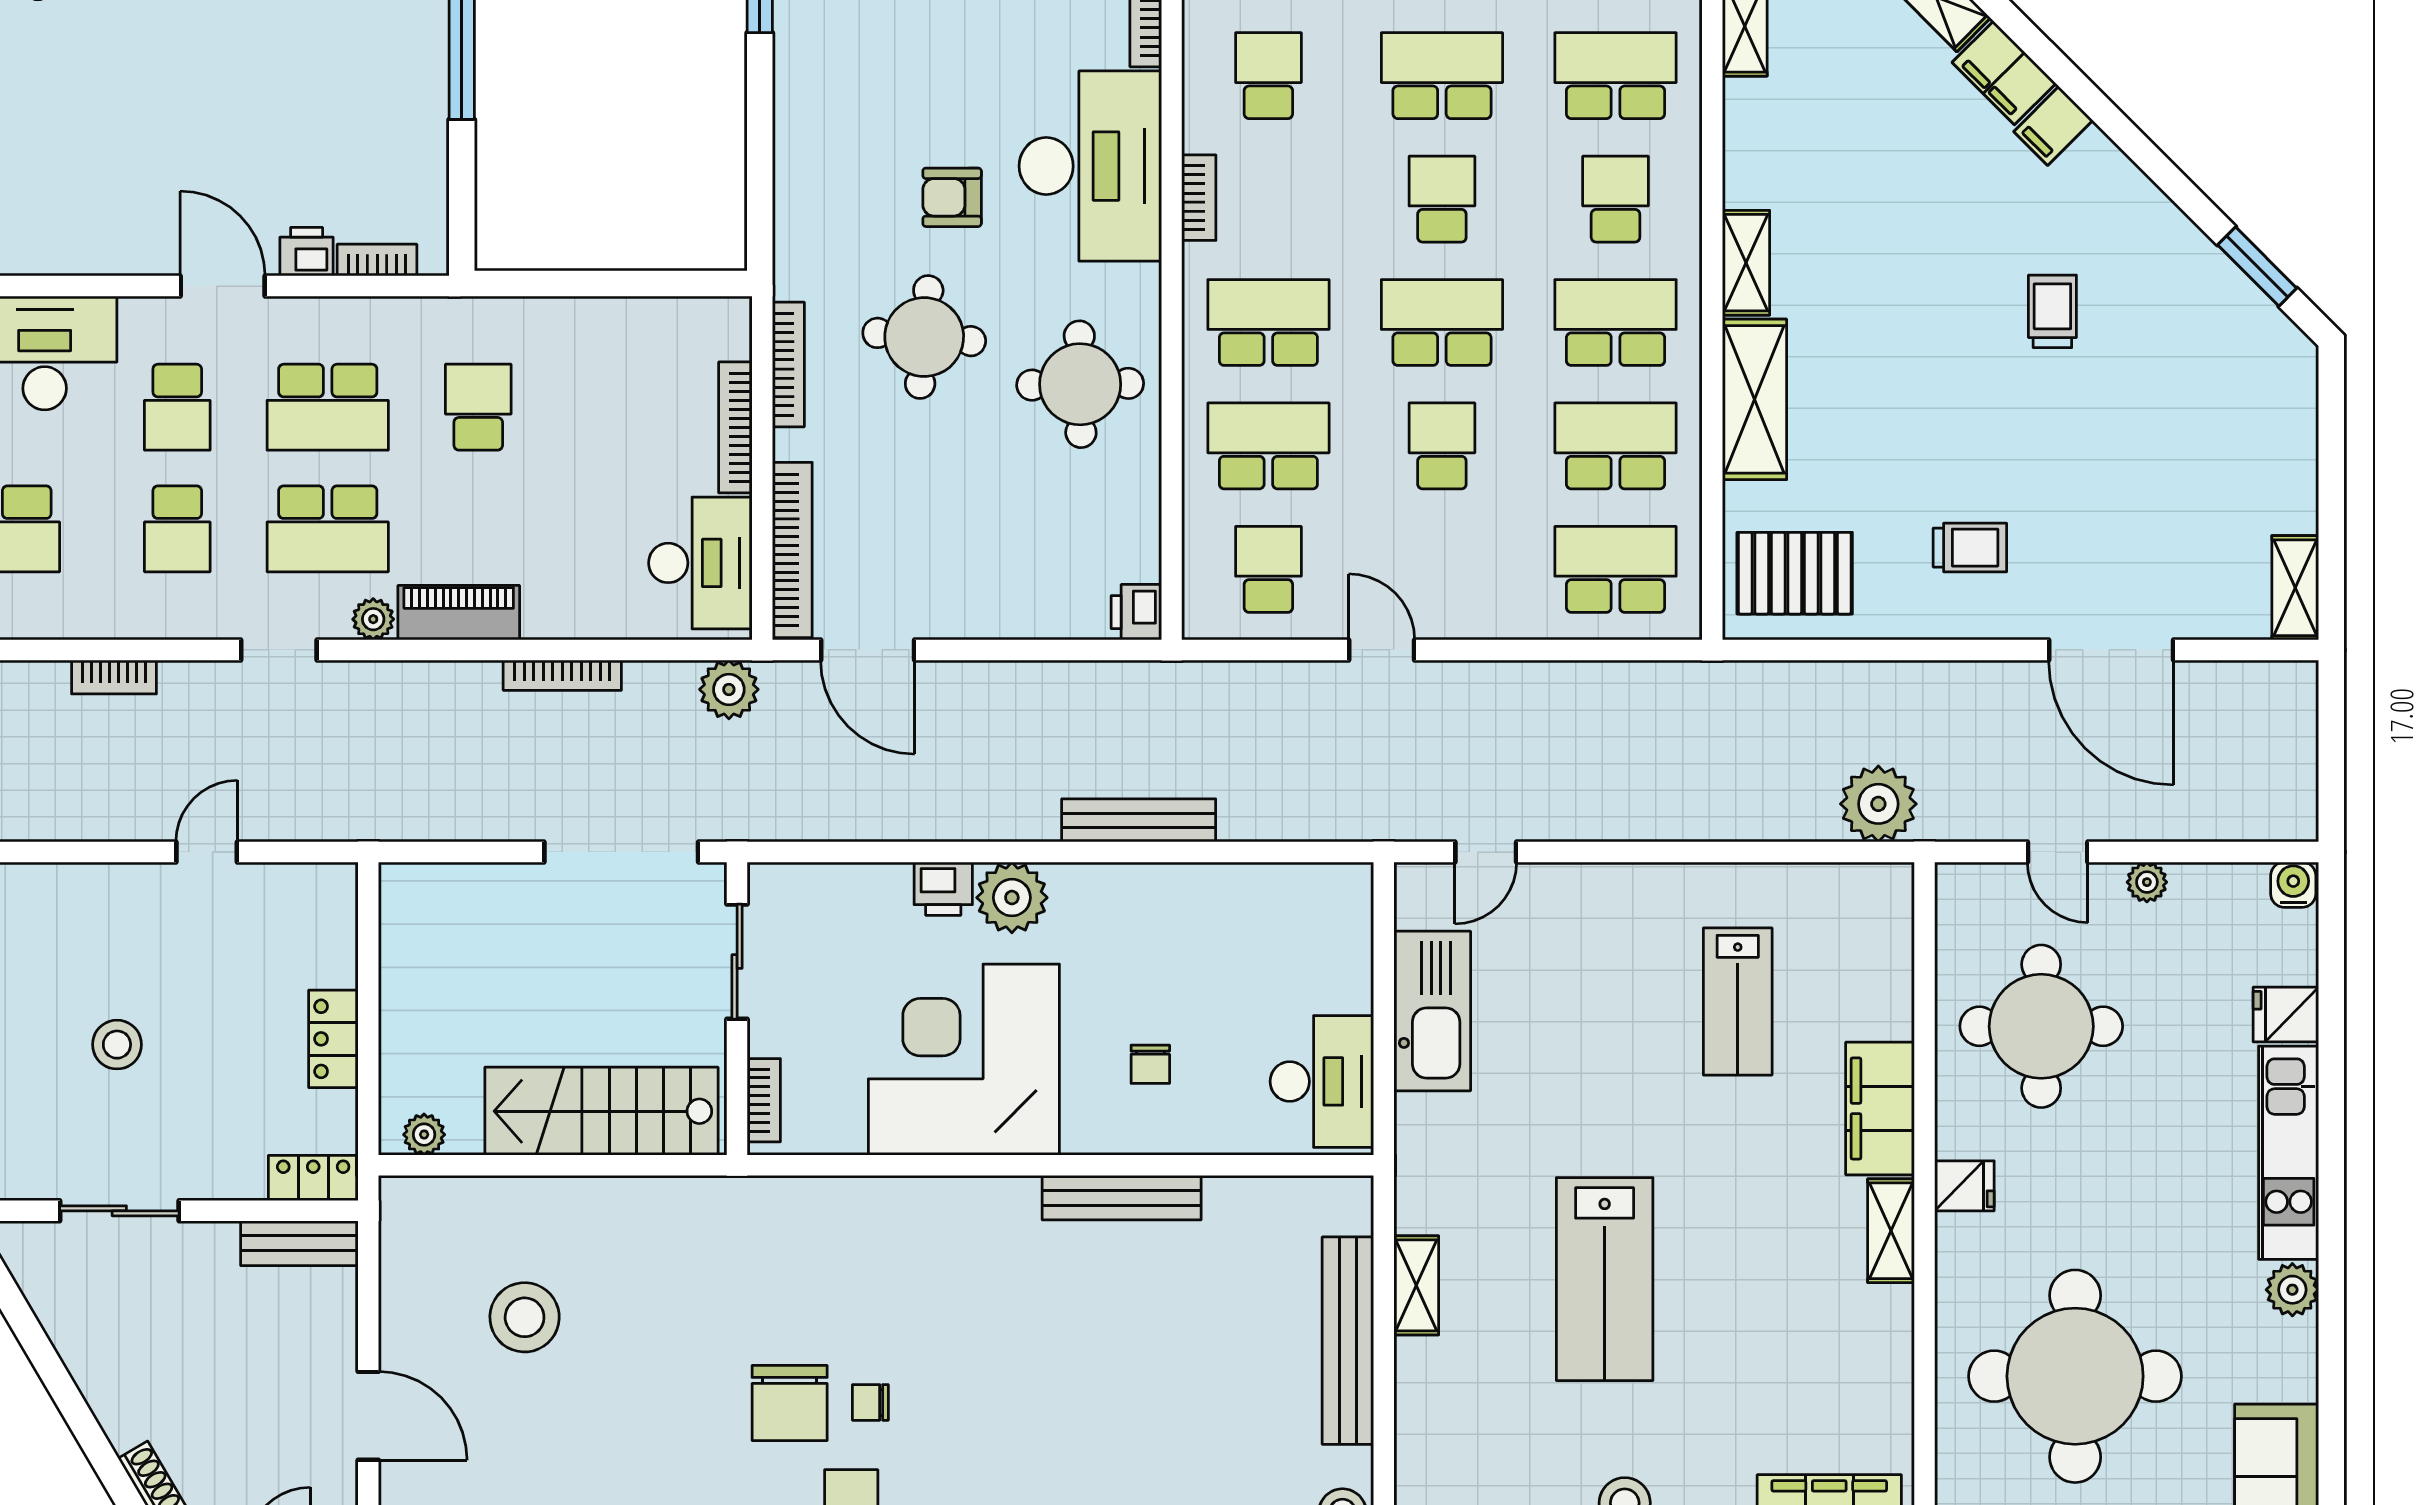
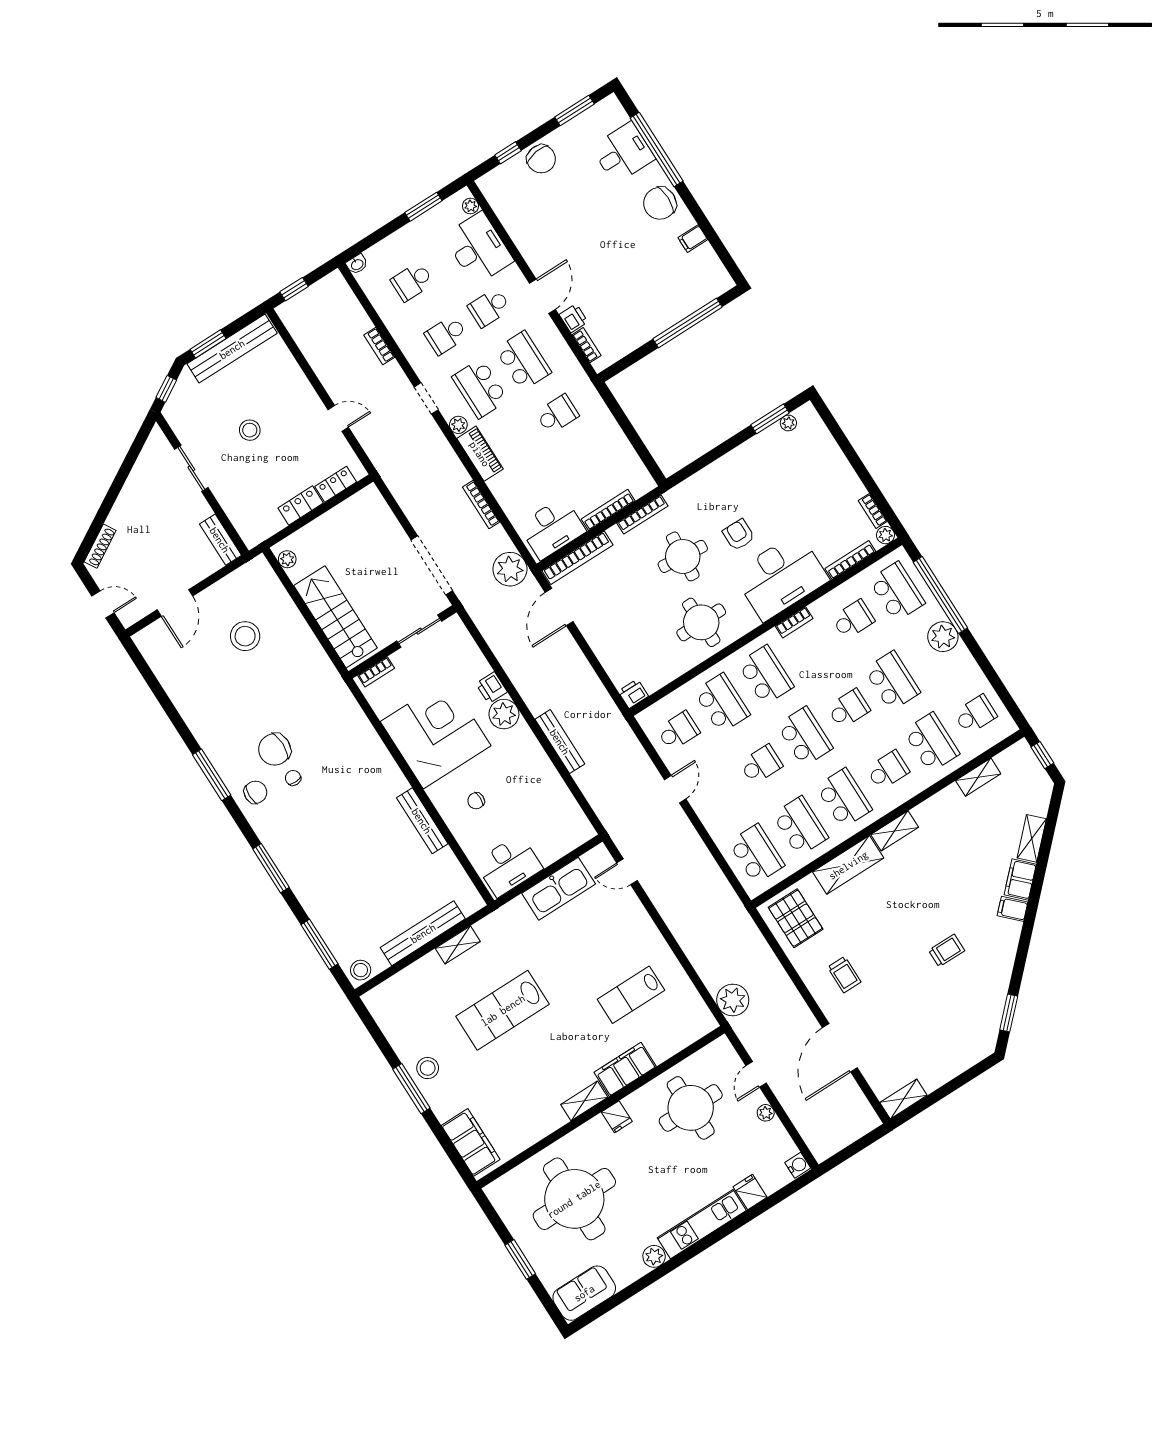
school desk: (328, 407) -> (523, 361), turned 180
plant: (729, 689) -> (510, 569), width x1.36, depth x1.36
locker: (313, 1178) -> (336, 484), moved, turned -90

